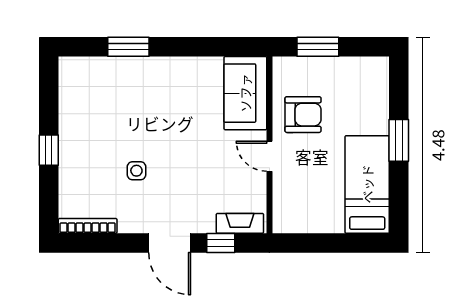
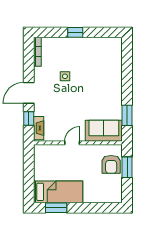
window: (128, 47) -> (127, 115), moved
armchair: (303, 115) -> (111, 164), moved
window: (399, 140) -> (56, 208), moved

